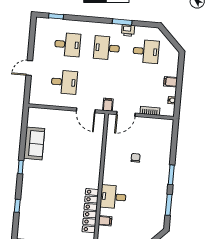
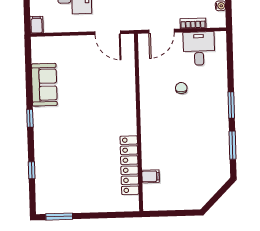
filing cabinet: (108, 105) -> (37, 25), moved
desk: (113, 197) -> (199, 49), moved, turned 90

